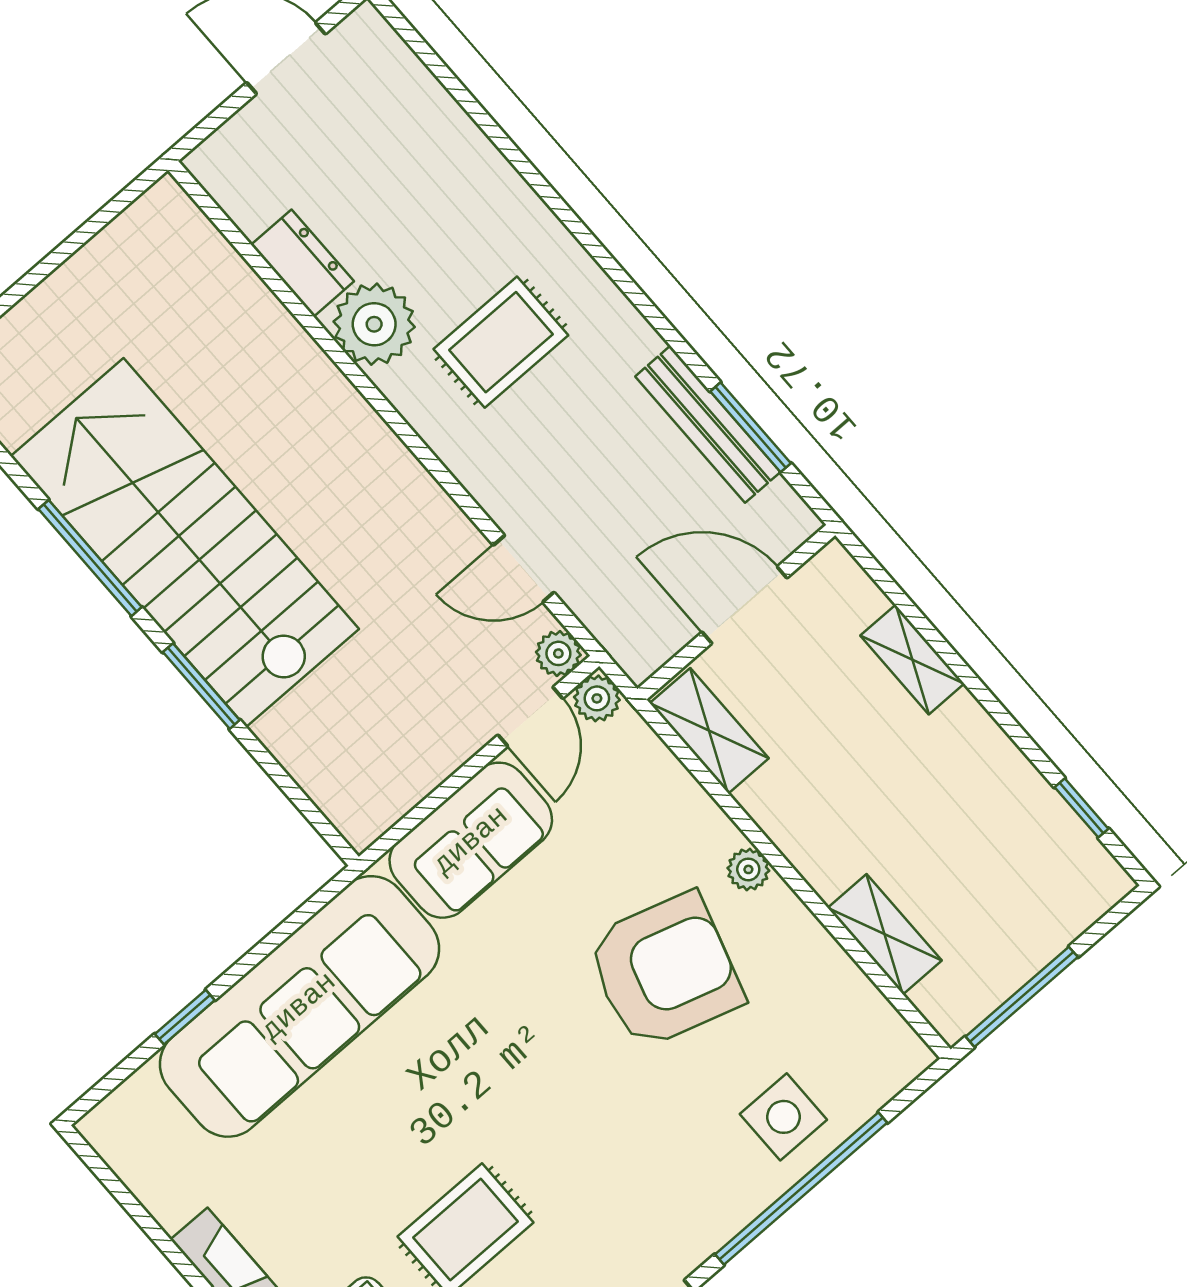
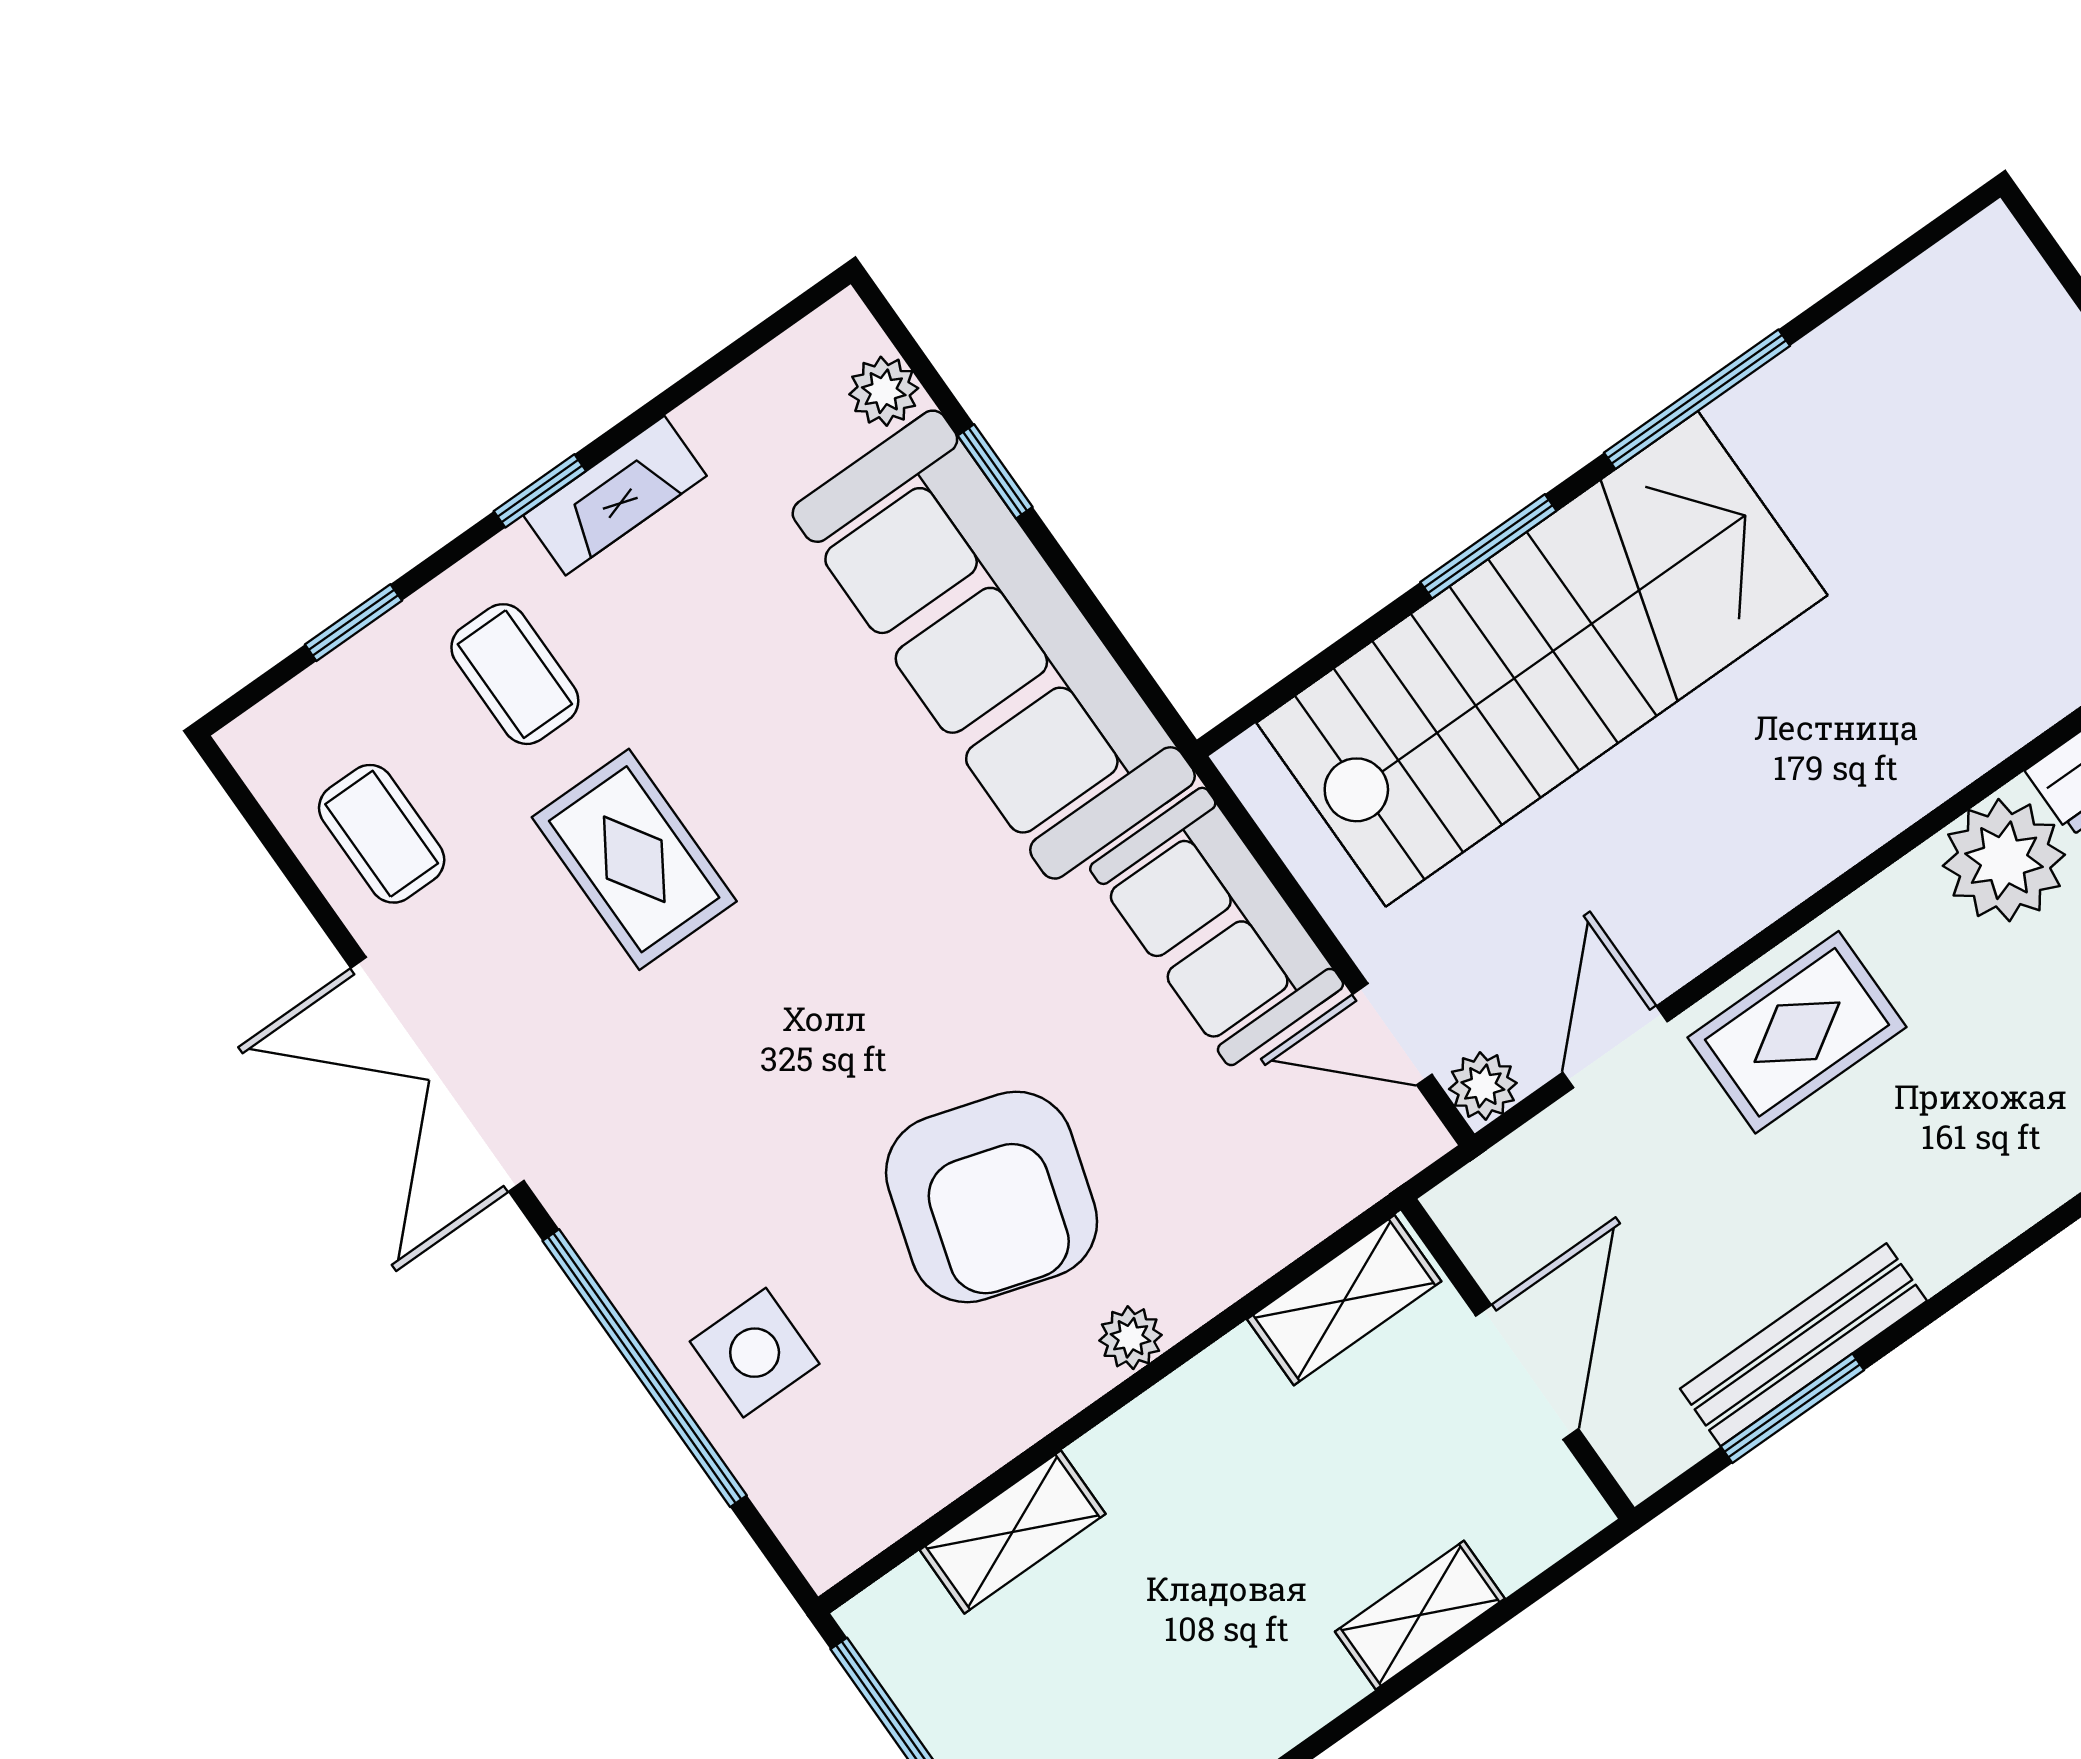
rug: (501, 342) -> (1797, 1032), moved, turned 90
stairs: (185, 543) -> (1542, 659), moved
plant: (597, 698) -> (884, 391), moved

